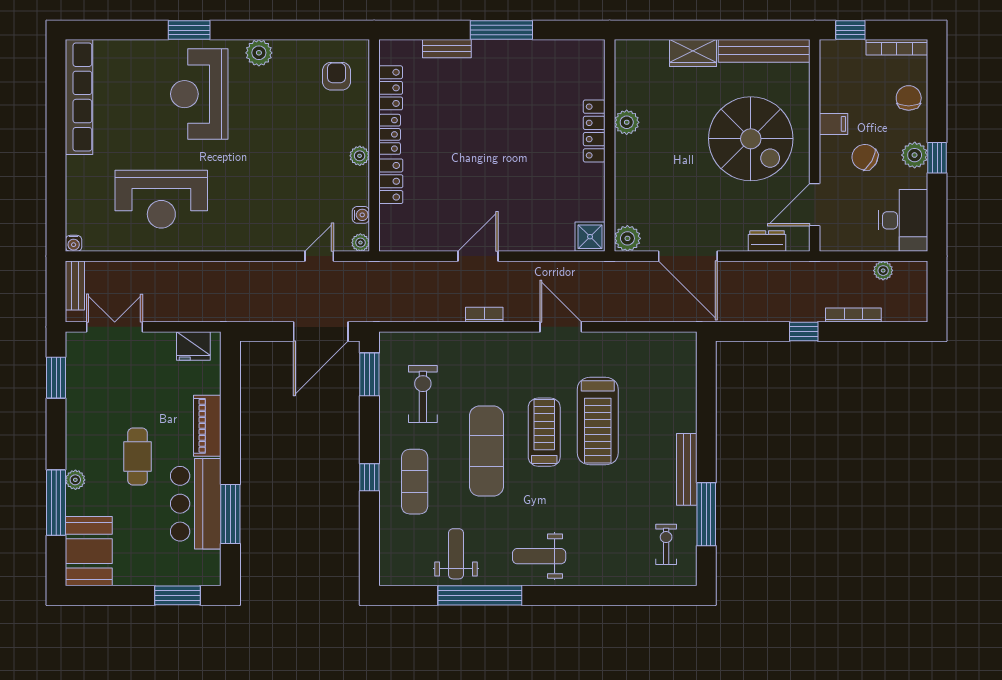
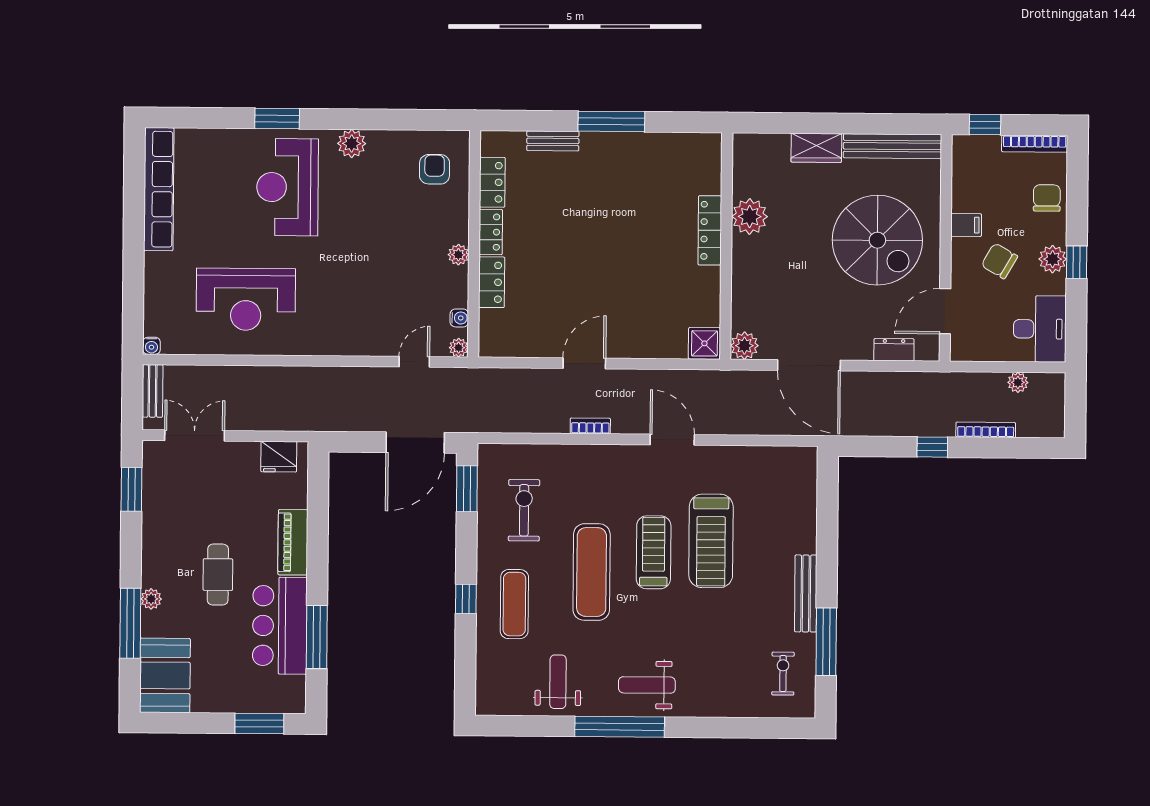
plant: (627, 122) -> (750, 217), width x1.36, depth x1.36
window: (480, 595) -> (620, 727), moved

